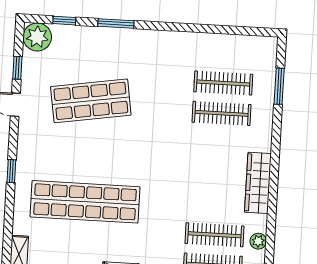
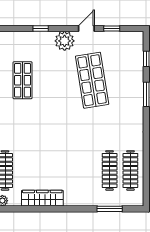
plant: (37, 37) -> (65, 41), moved
clothes rail: (222, 113) -> (130, 170), moved
shop shelf: (85, 202) -> (23, 80), width x0.50, depth x0.74

